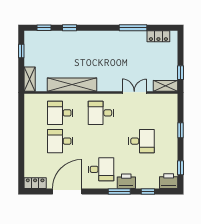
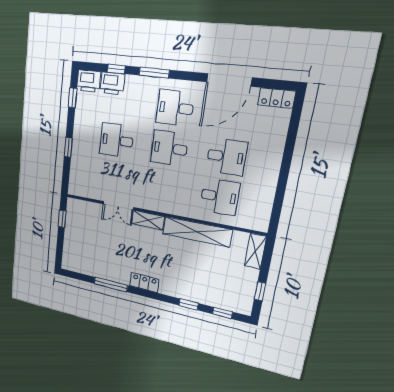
locker: (158, 36) -> (144, 283), moved
shelving: (165, 86) -> (148, 220), moved
desk: (101, 113) -> (169, 148), moved, turned 180
printer: (126, 181) -> (112, 83), moved

